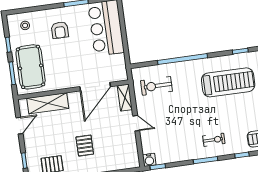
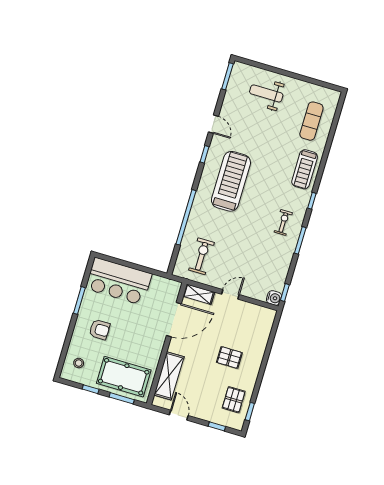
exercise bike: (156, 86) -> (201, 256), turned 180
door: (95, 87) -> (174, 320), hinge flipped

